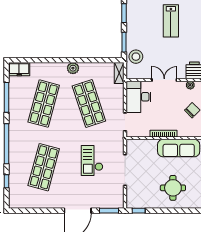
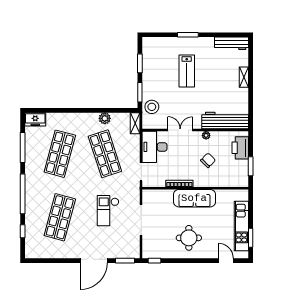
plant: (73, 68) -> (105, 118), moved

